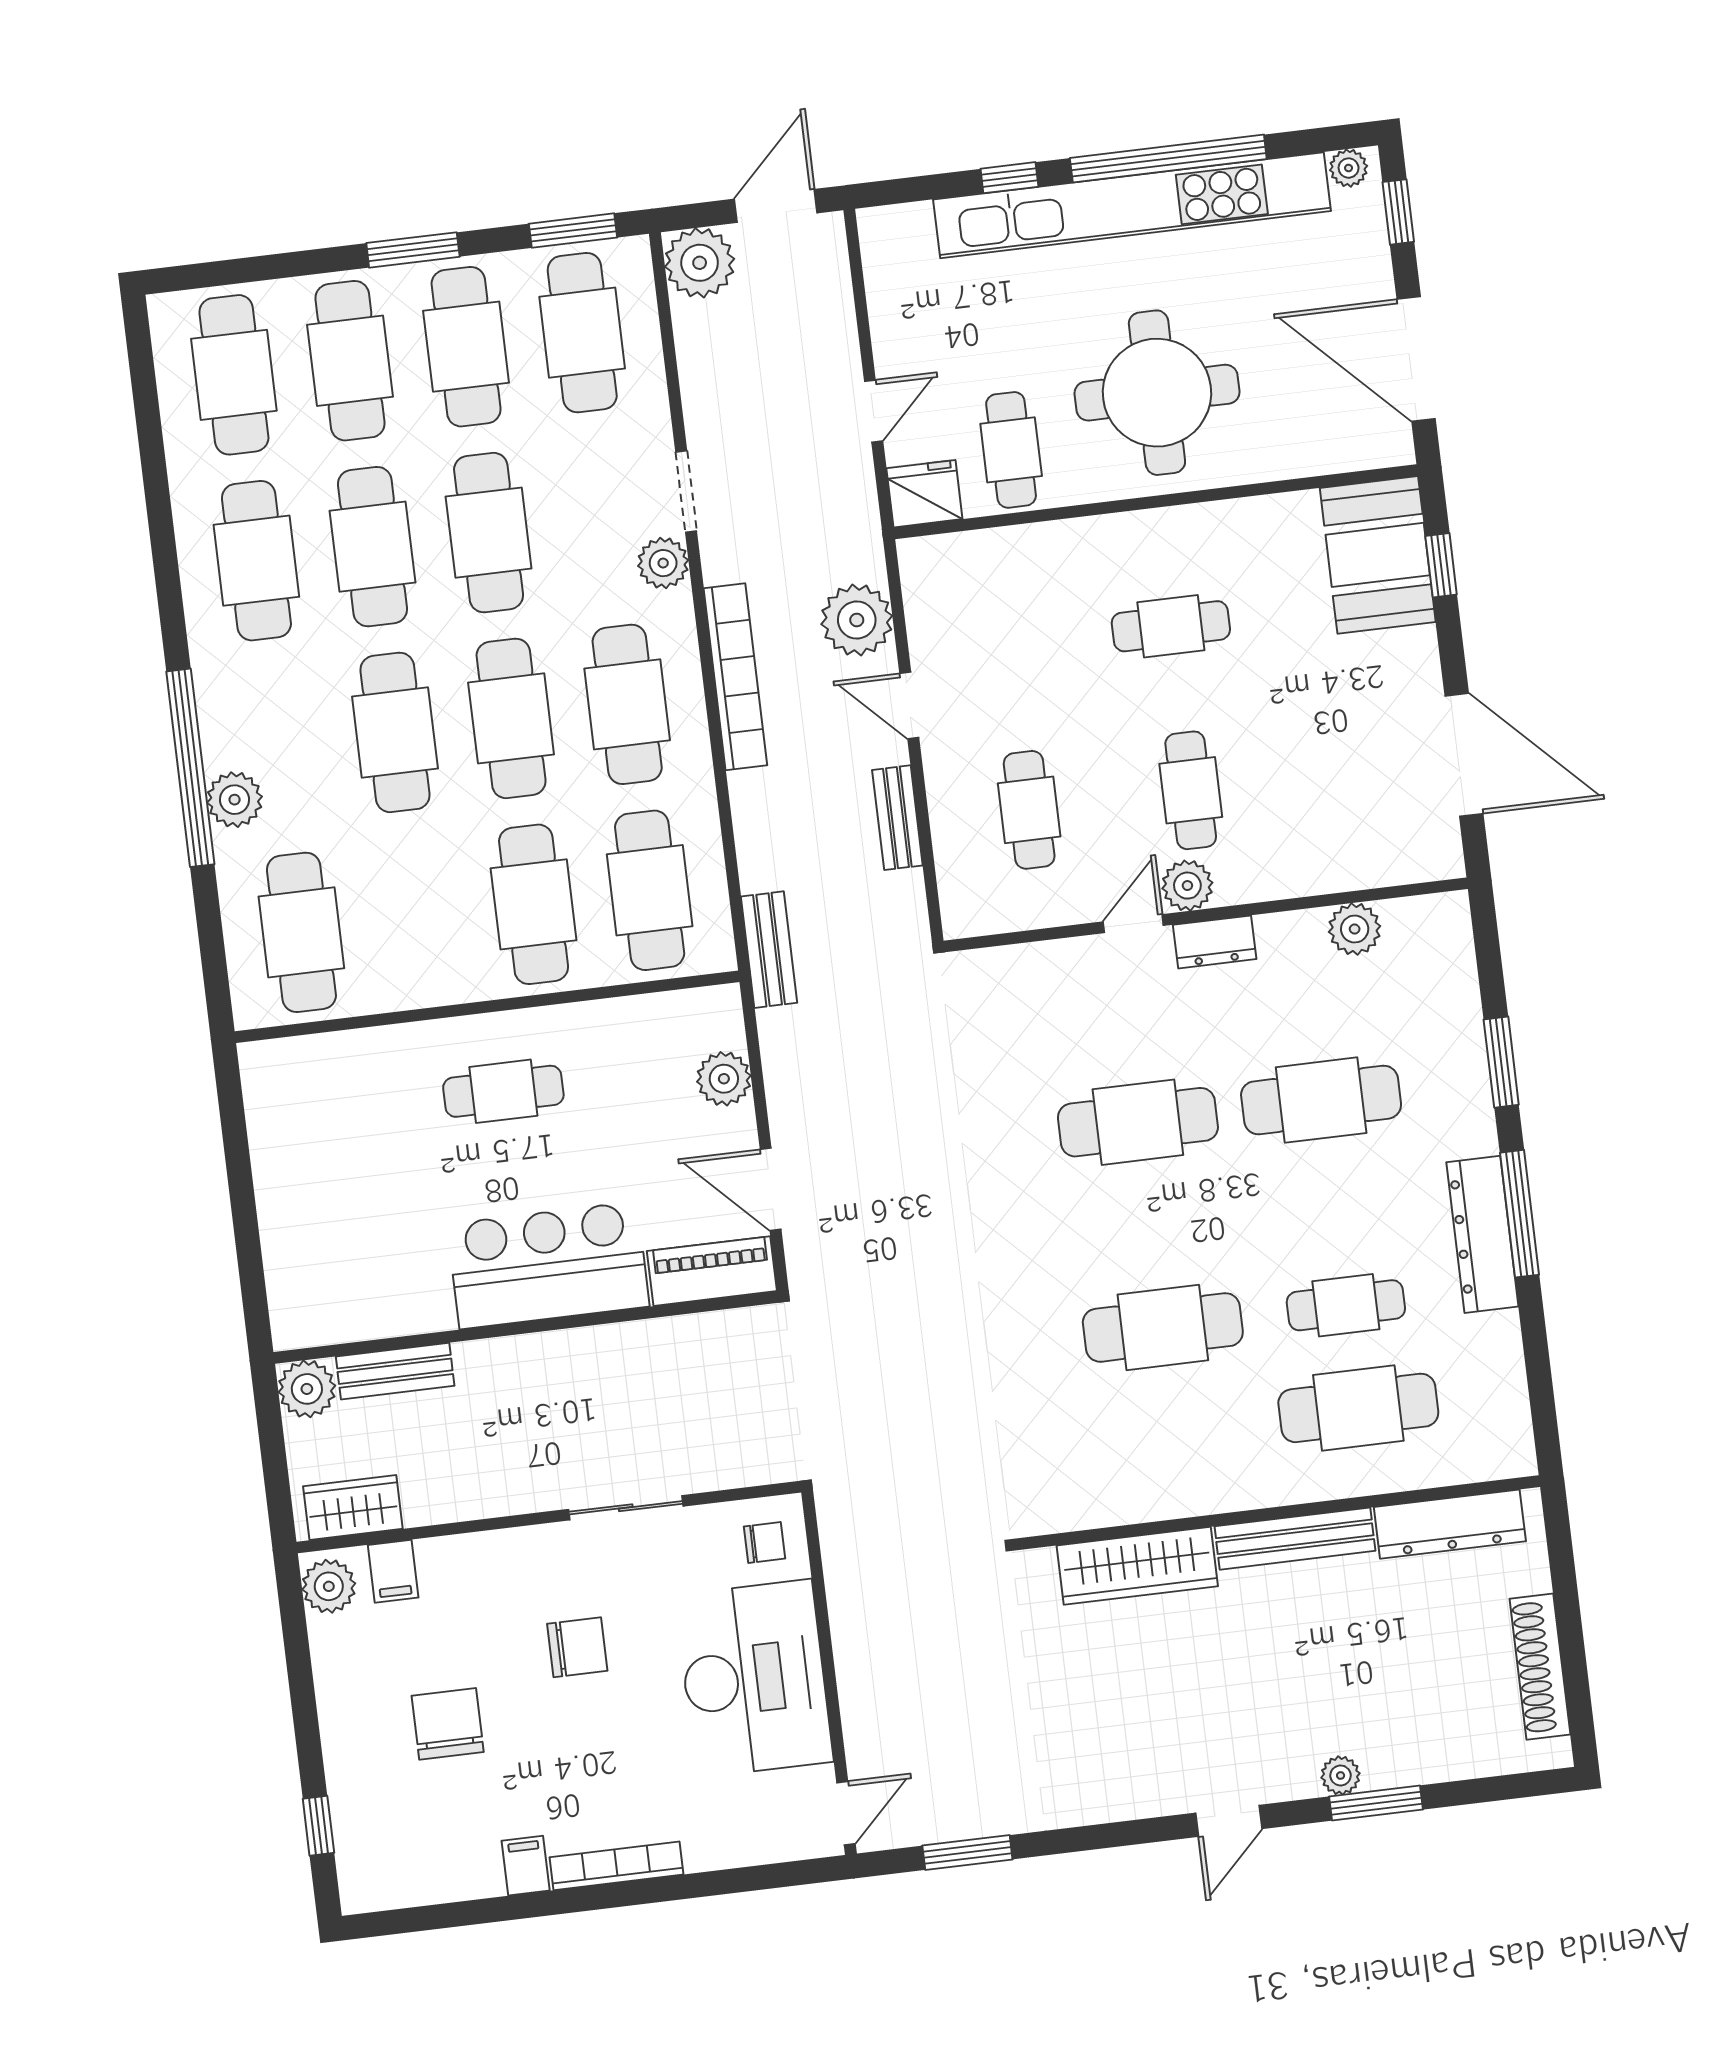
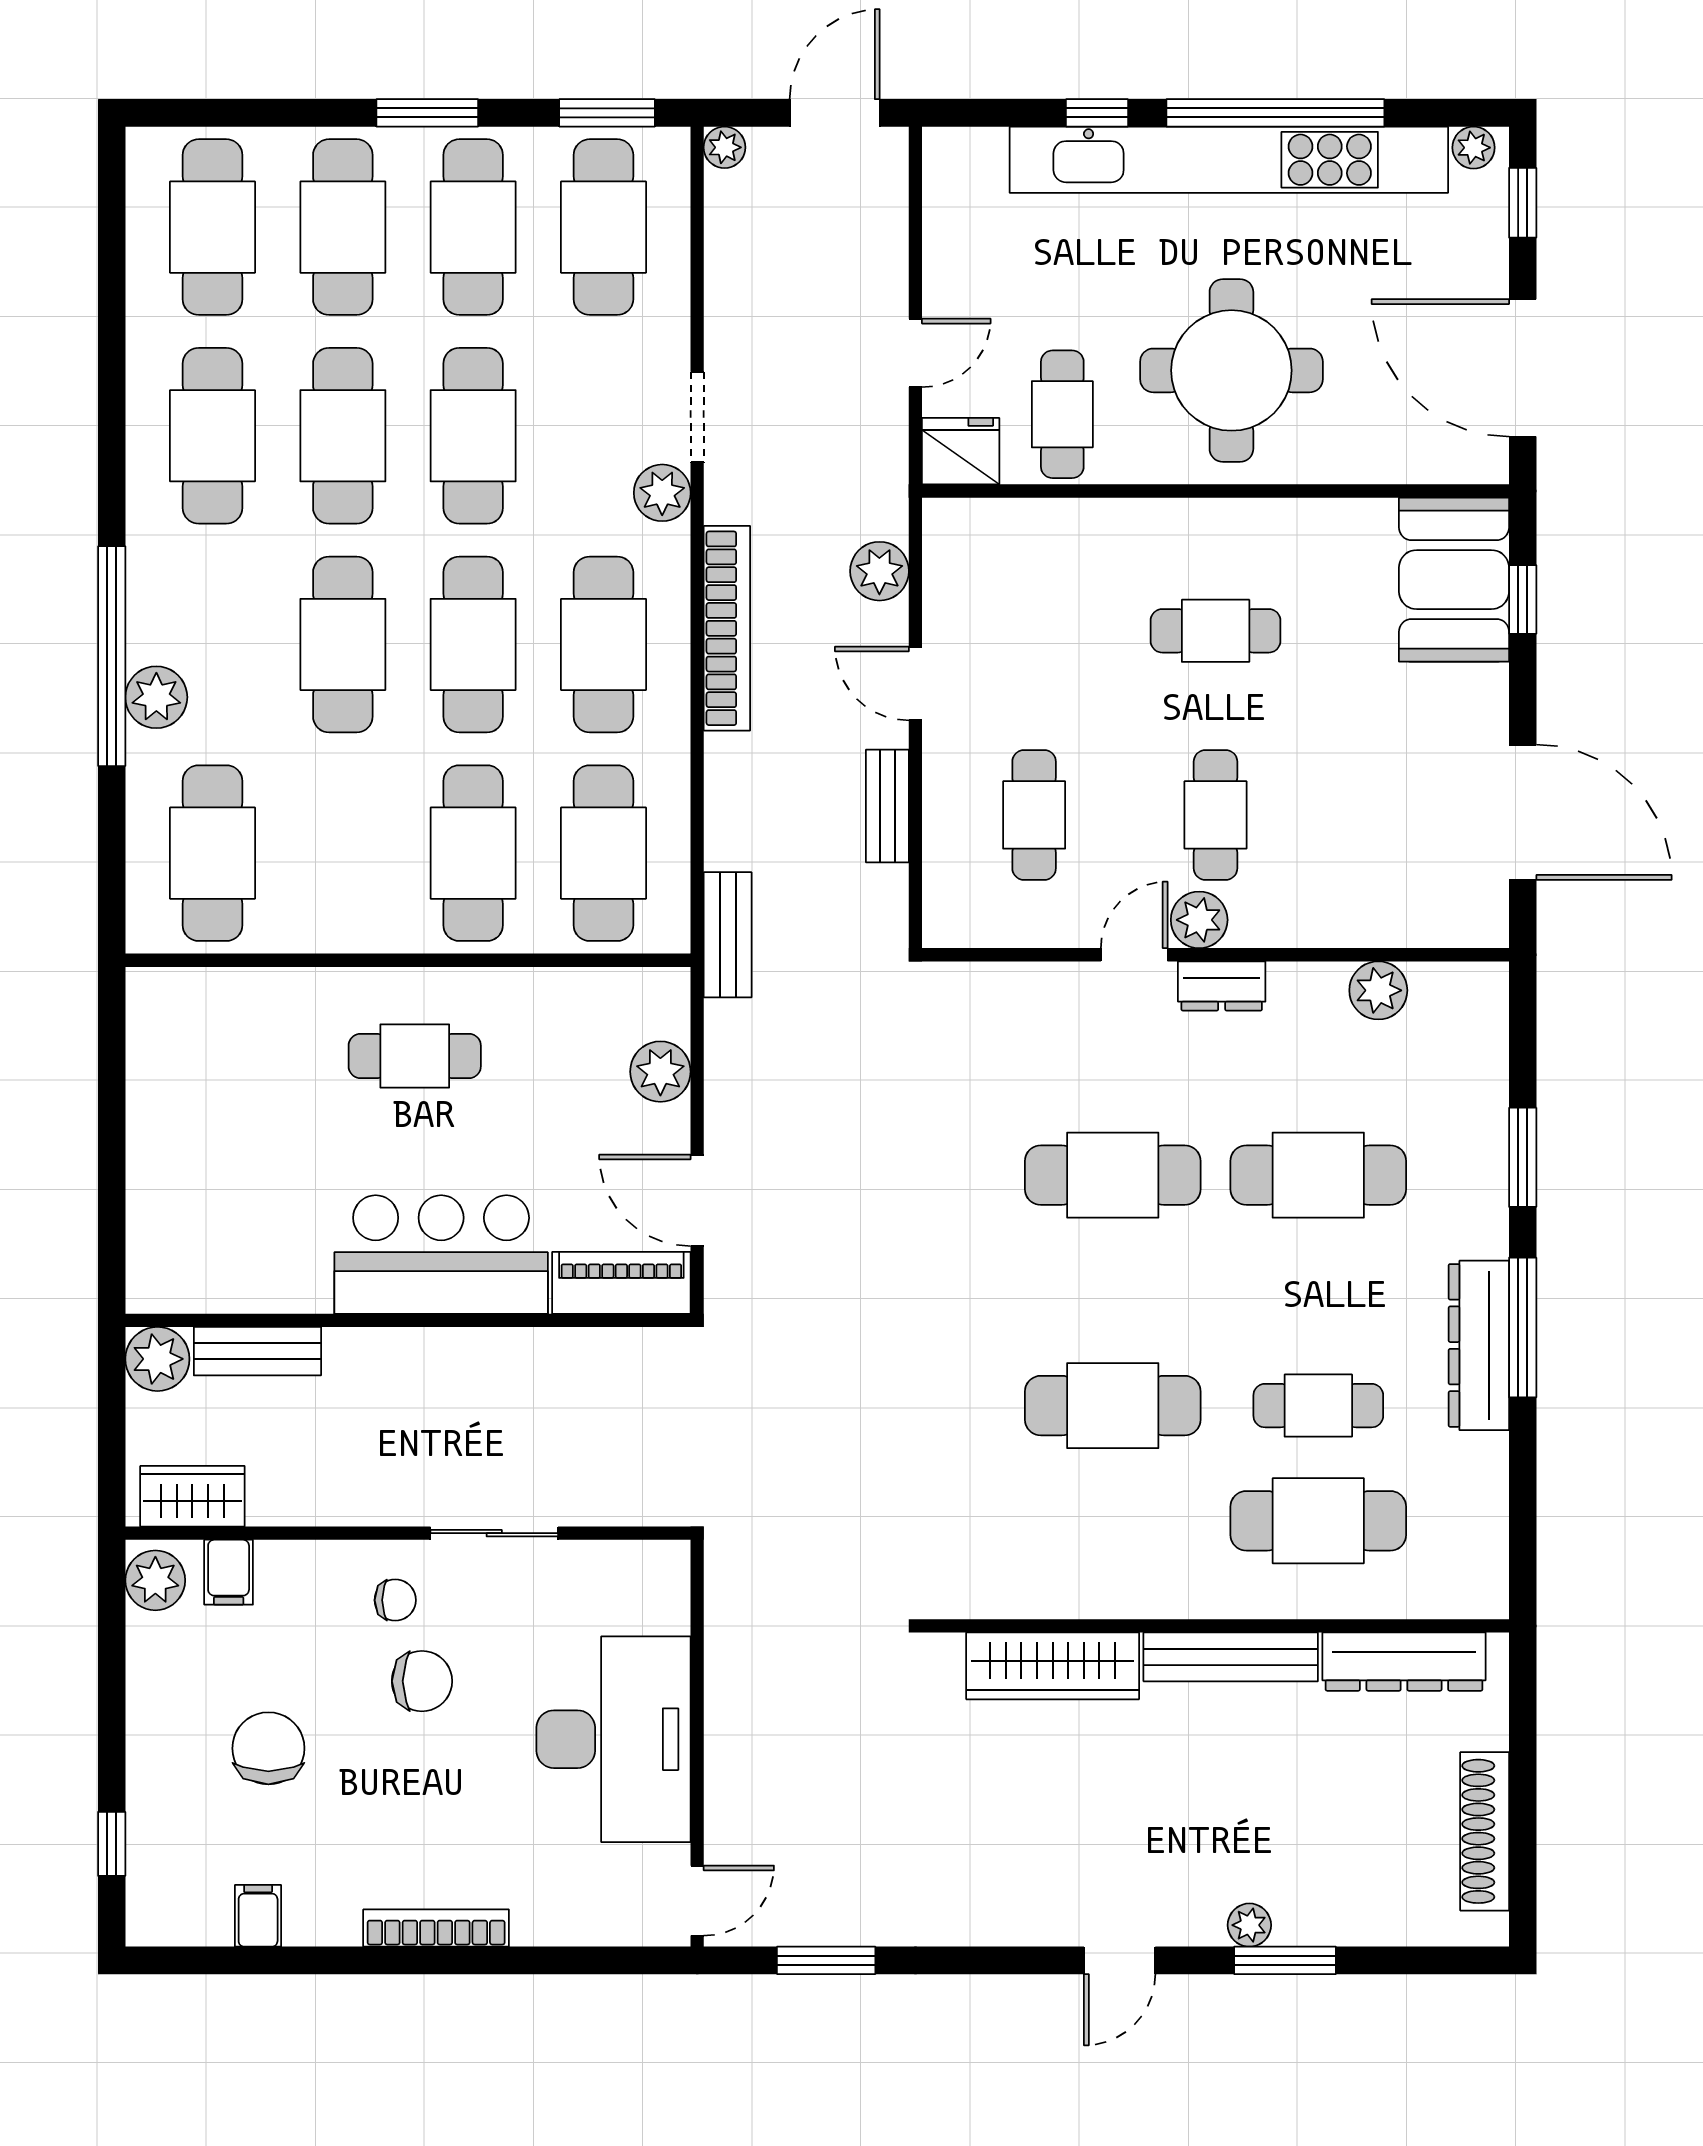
plant: (700, 263) -> (725, 147), width x0.53, depth x0.53
plant: (857, 620) -> (879, 571), width x0.73, depth x0.73
chair: (764, 1543) -> (395, 1600), moved
filing cabinet: (526, 1866) -> (258, 1916), moved

